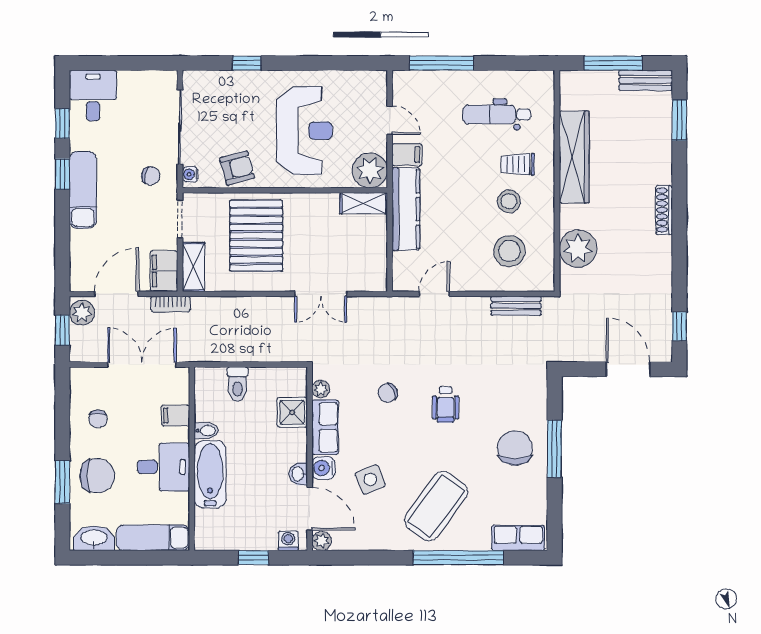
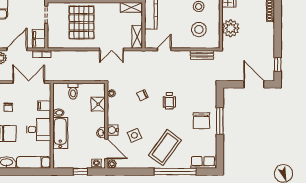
shelving: (194, 267) -> (137, 37), moved
row of seats: (325, 427) -> (114, 111), removed
chair: (515, 448) -> (201, 121), turned 180

